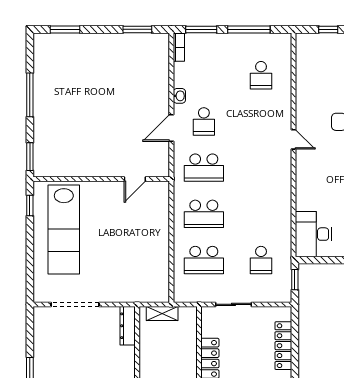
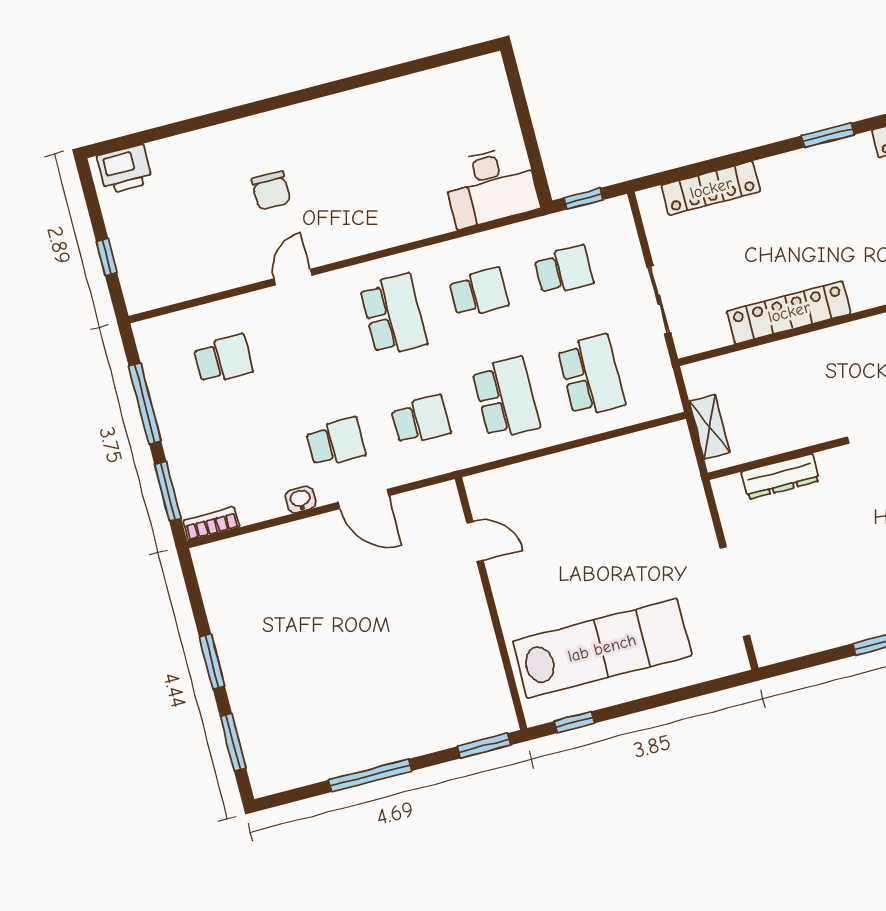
window: (137, 29) -> (212, 662), moved
door: (294, 139) -> (293, 277), moved
school desk: (204, 168) -> (421, 420), width x0.54
school desk: (261, 168) -> (393, 315), added
school desk: (261, 214) -> (479, 293), added
dresser: (128, 326) -> (780, 476), moved

